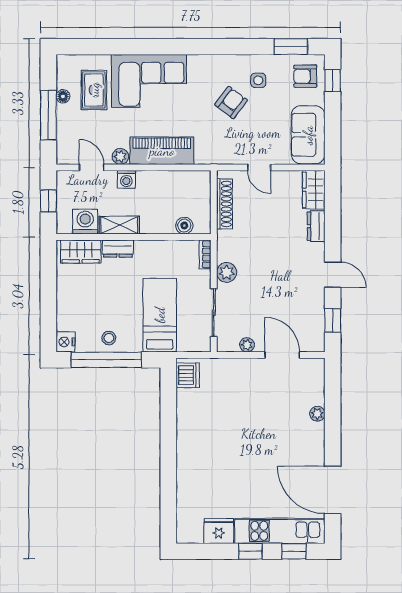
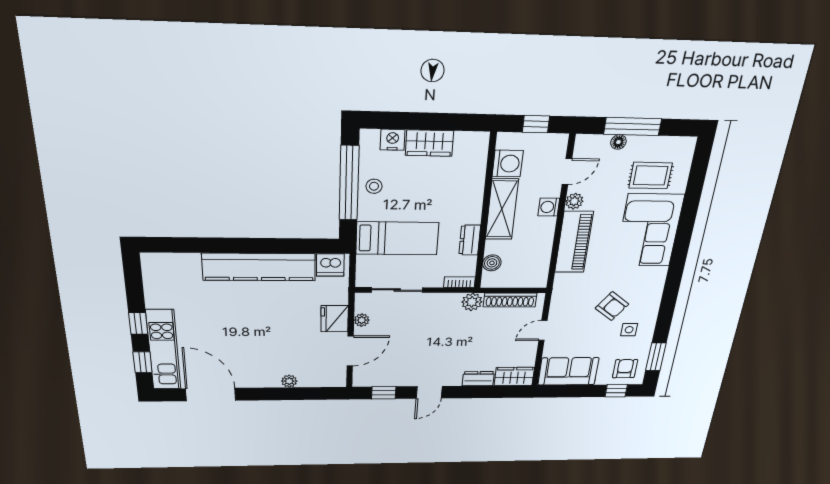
floor lamp: (63, 96) -> (618, 142), moved
shelving: (119, 225) -> (502, 209), width x1.50, depth x1.33
dresser: (118, 249) -> (470, 240), moved
wardrobe: (81, 252) -> (429, 143), moved, turned -90
plant: (227, 272) -> (472, 302), moved
nightstand: (66, 342) -> (393, 140), moved
kitchen counter: (190, 439) -> (259, 267), added
door: (333, 490) -> (211, 395), hinge flipped
fridge: (219, 531) -> (335, 319), moved, turned 180

